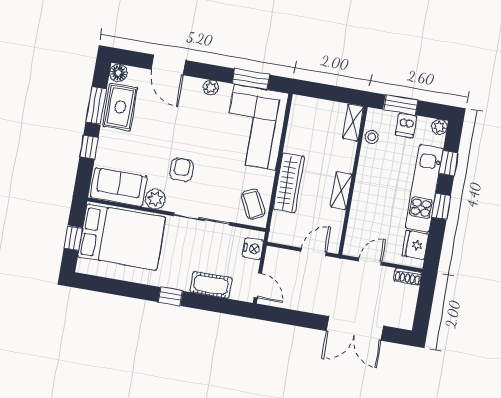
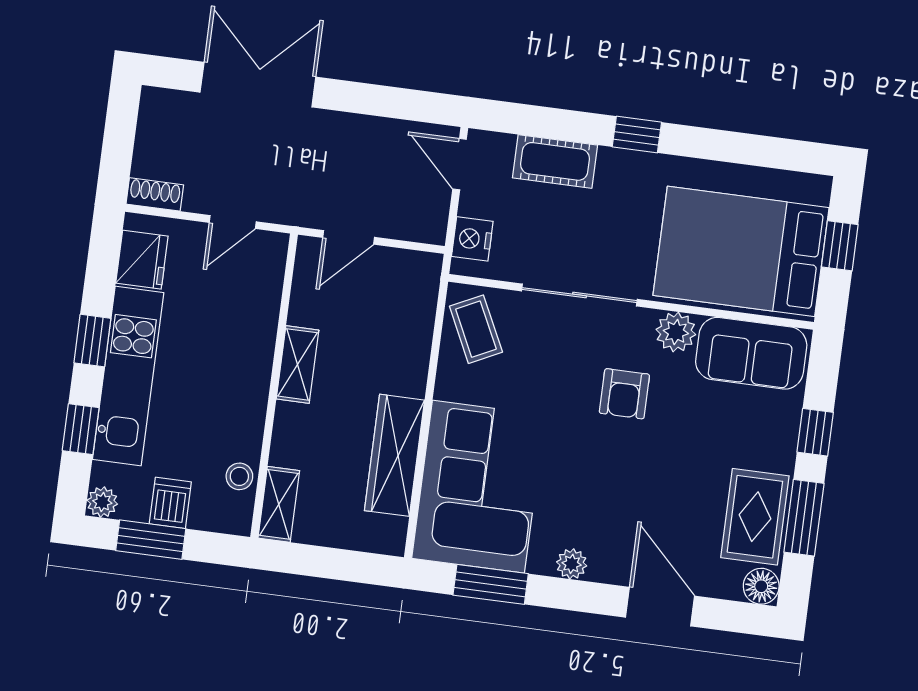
window: (401, 105) -> (151, 540), moved
wardrobe: (289, 183) -> (394, 455), moved

